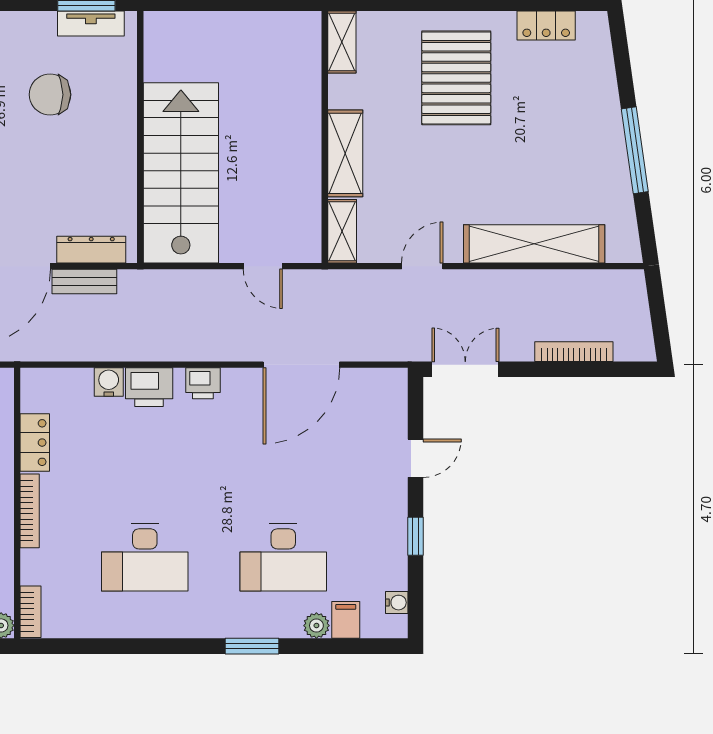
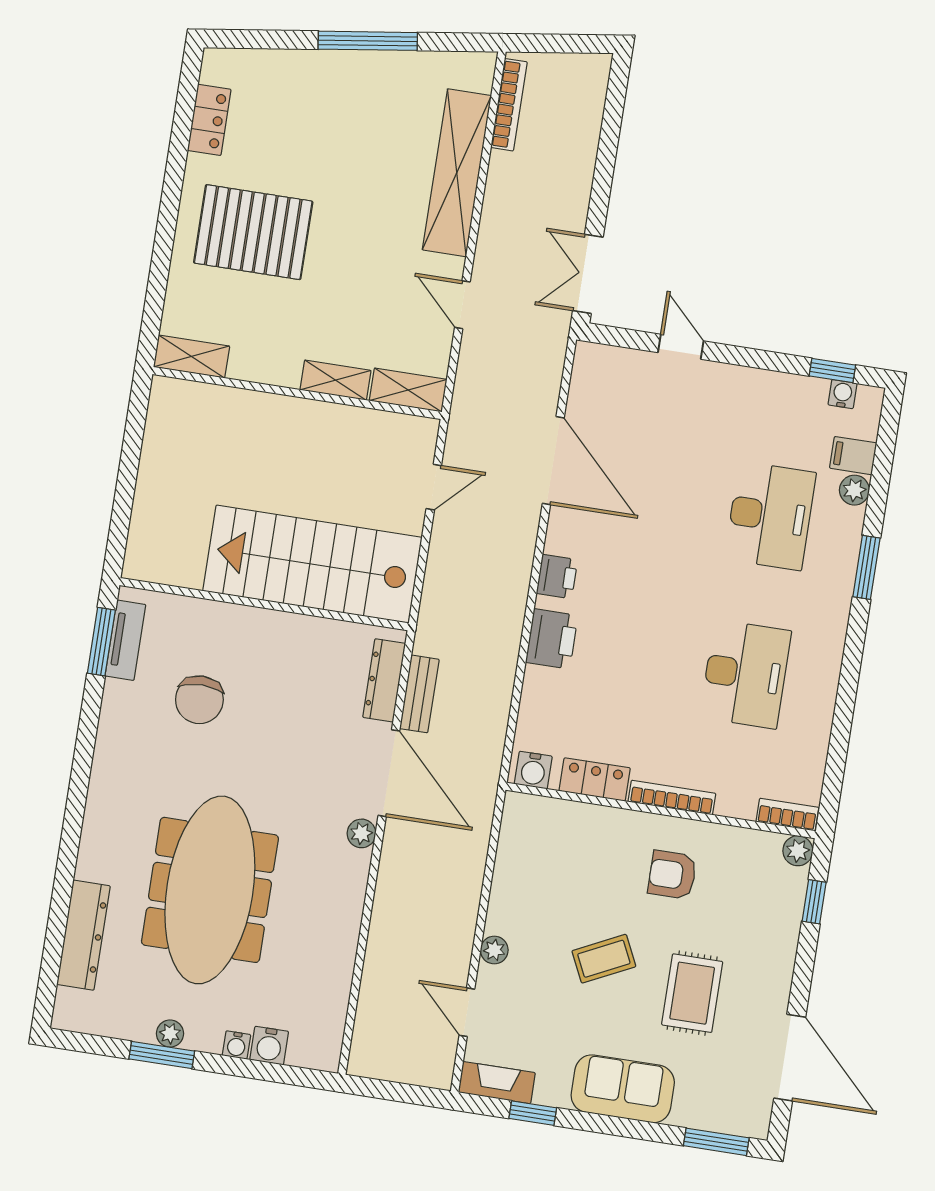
shelving: (345, 153) -> (335, 380), width x0.67, depth x0.75
bookcase: (574, 352) -> (509, 105), moved, turned 180
water cooler: (109, 382) -> (533, 770), moved, turned -90
window: (416, 536) -> (832, 371), moved

